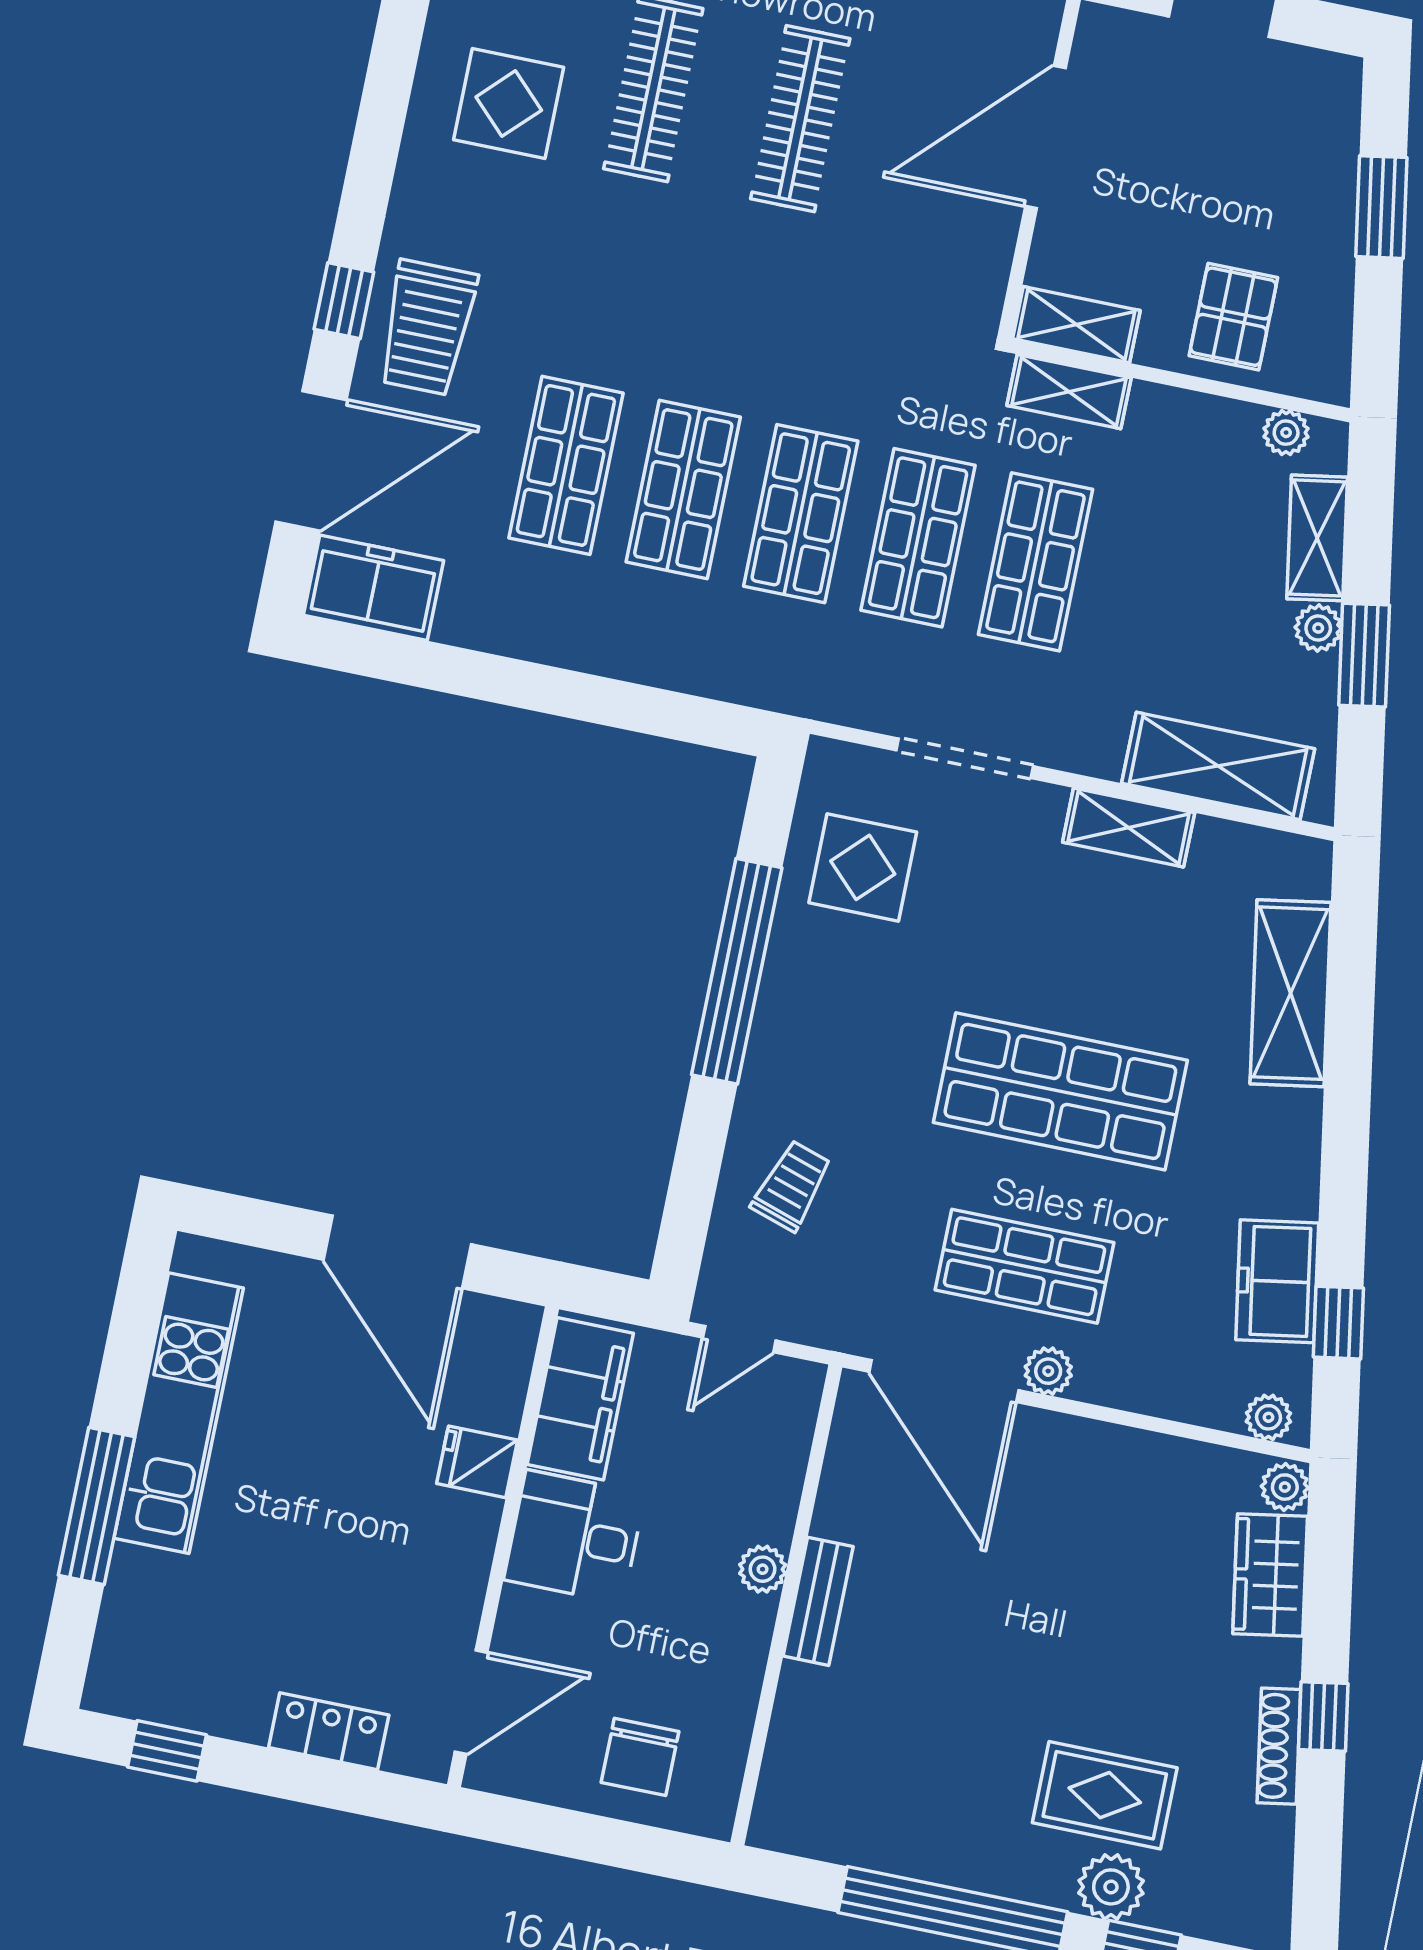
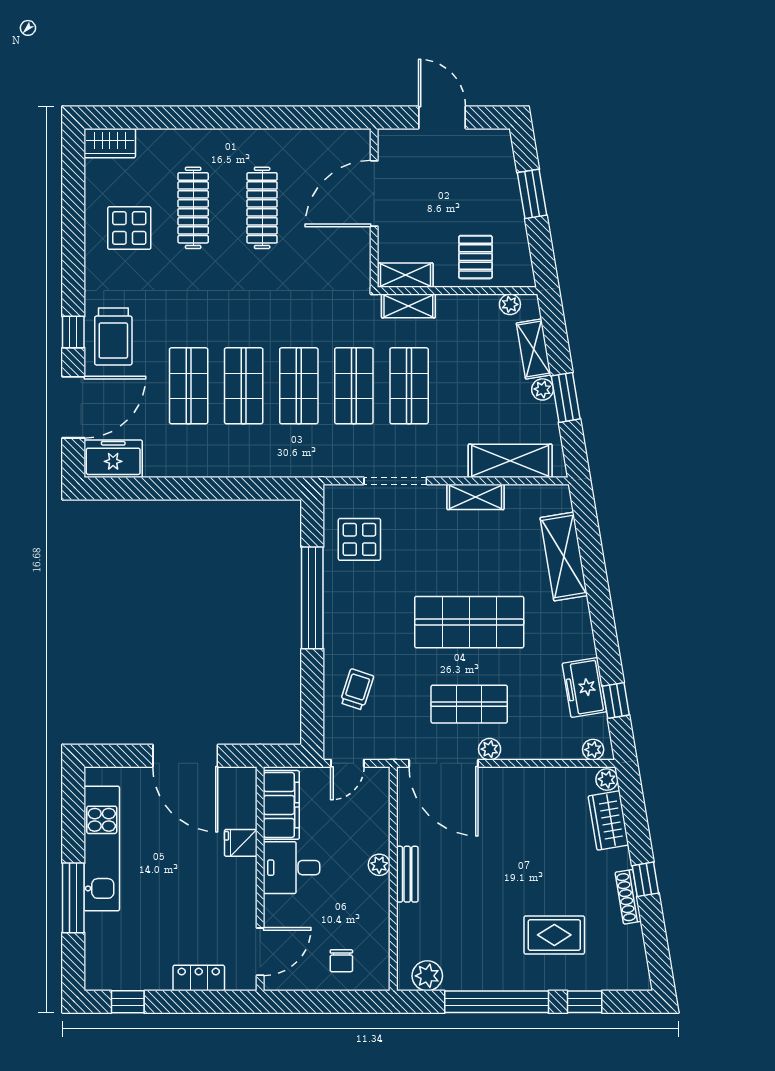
chair: (640, 1757) -> (341, 961), width x0.73, depth x0.73
plant: (1111, 1887) -> (427, 976), moved

